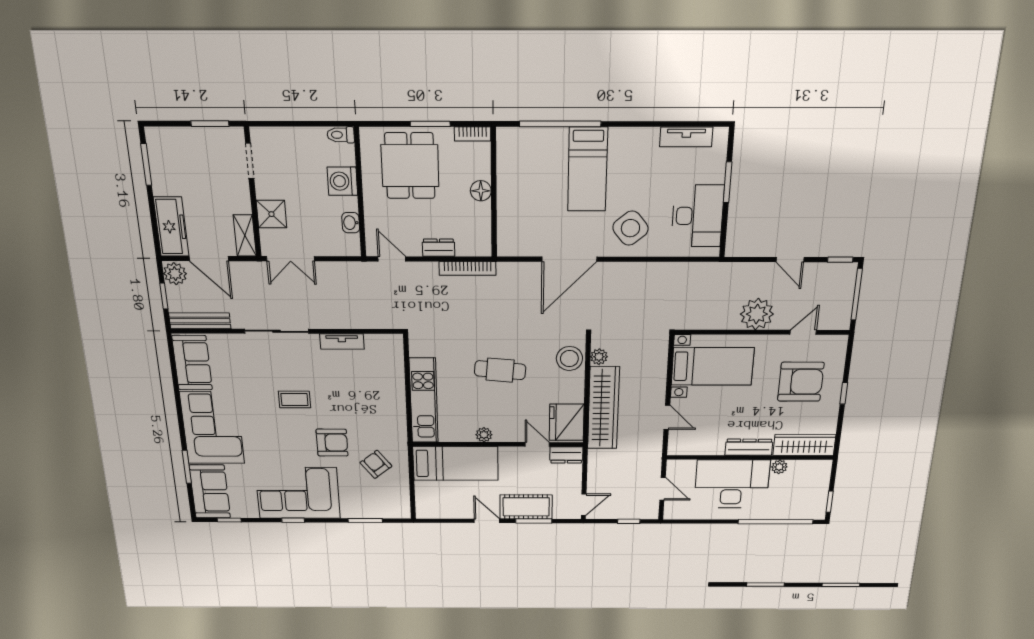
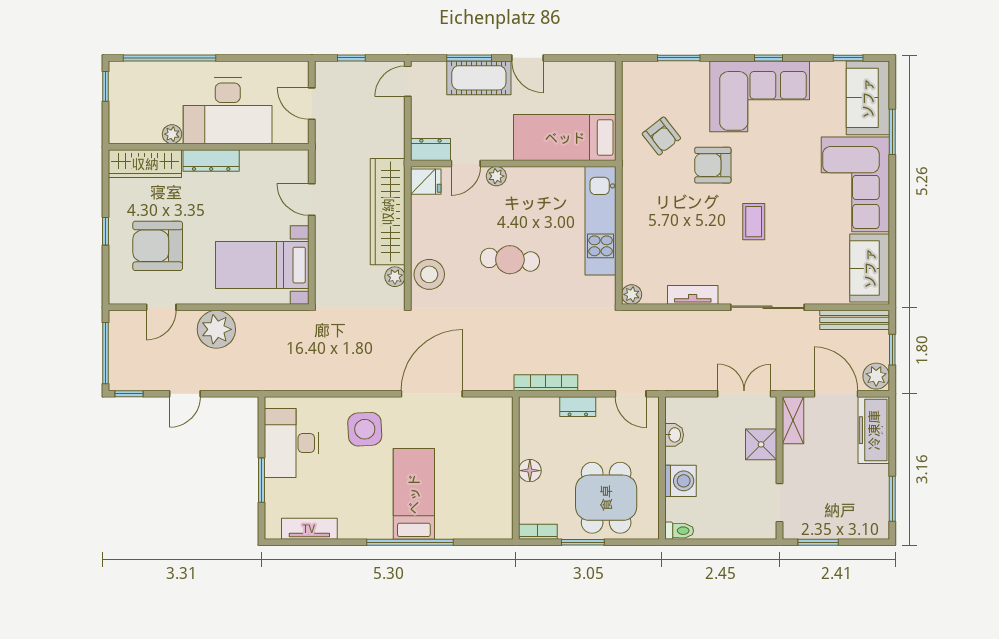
window: (560, 124) -> (410, 542), moved
side table: (630, 228) -> (365, 429), turned 36
door: (790, 260) -> (185, 394), swing flipped
plant: (395, 342) -> (632, 294), added
coffee table: (294, 399) -> (754, 222), turned 90
fridge: (567, 422) -> (426, 182), width x0.53, depth x0.75
plant: (484, 435) -> (496, 176), moved
door: (537, 444) -> (466, 163), hinge flipped

